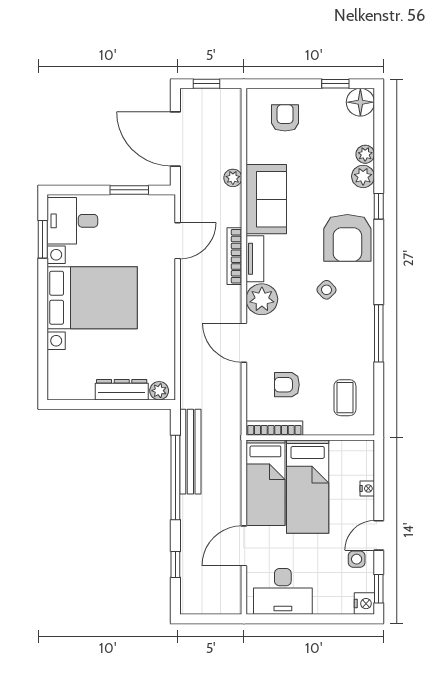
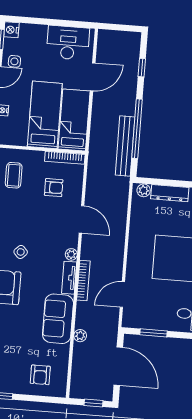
plant: (262, 299) -> (71, 254), width x0.53, depth x0.53

